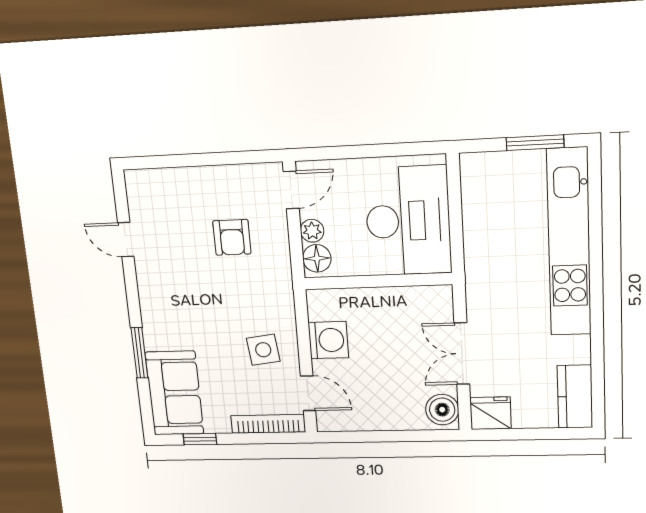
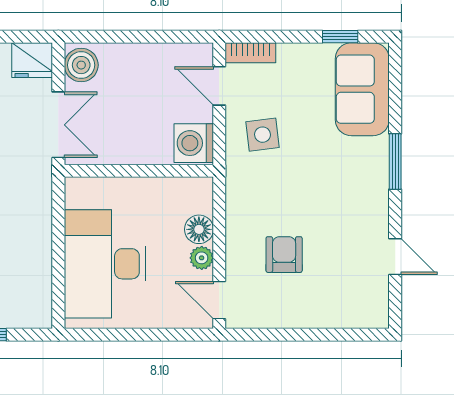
door: (291, 190) -> (219, 300), hinge flipped
wall: (378, 281) -> (139, 171), moved
window: (140, 353) -> (395, 161), moved
bookcase: (268, 424) -> (250, 53), width x0.64

